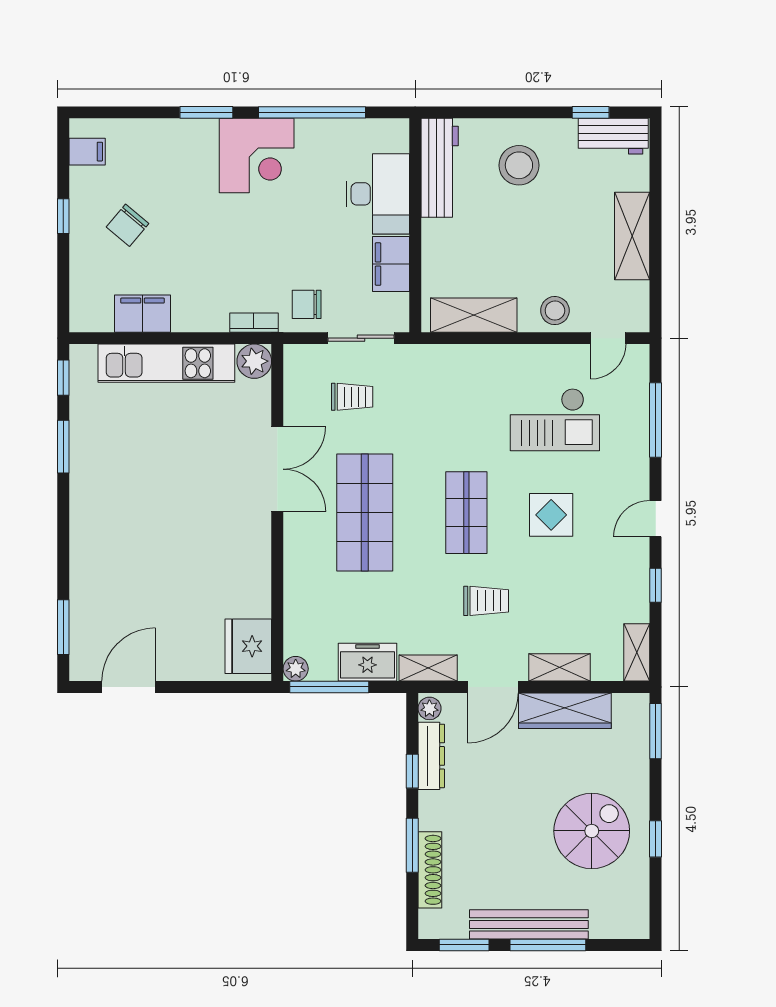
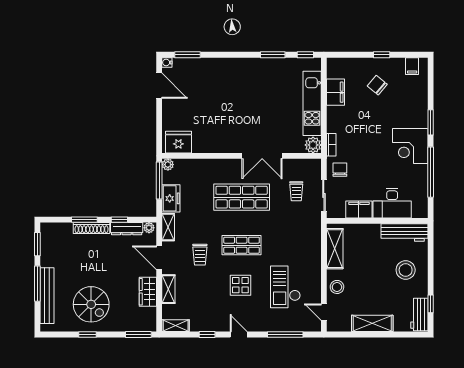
water cooler: (80, 671) -> (167, 62), added
wardrobe: (565, 711) -> (148, 292), width x0.67
shoe rack: (430, 870) -> (91, 228), moved
bench: (529, 924) -> (47, 296), moved

